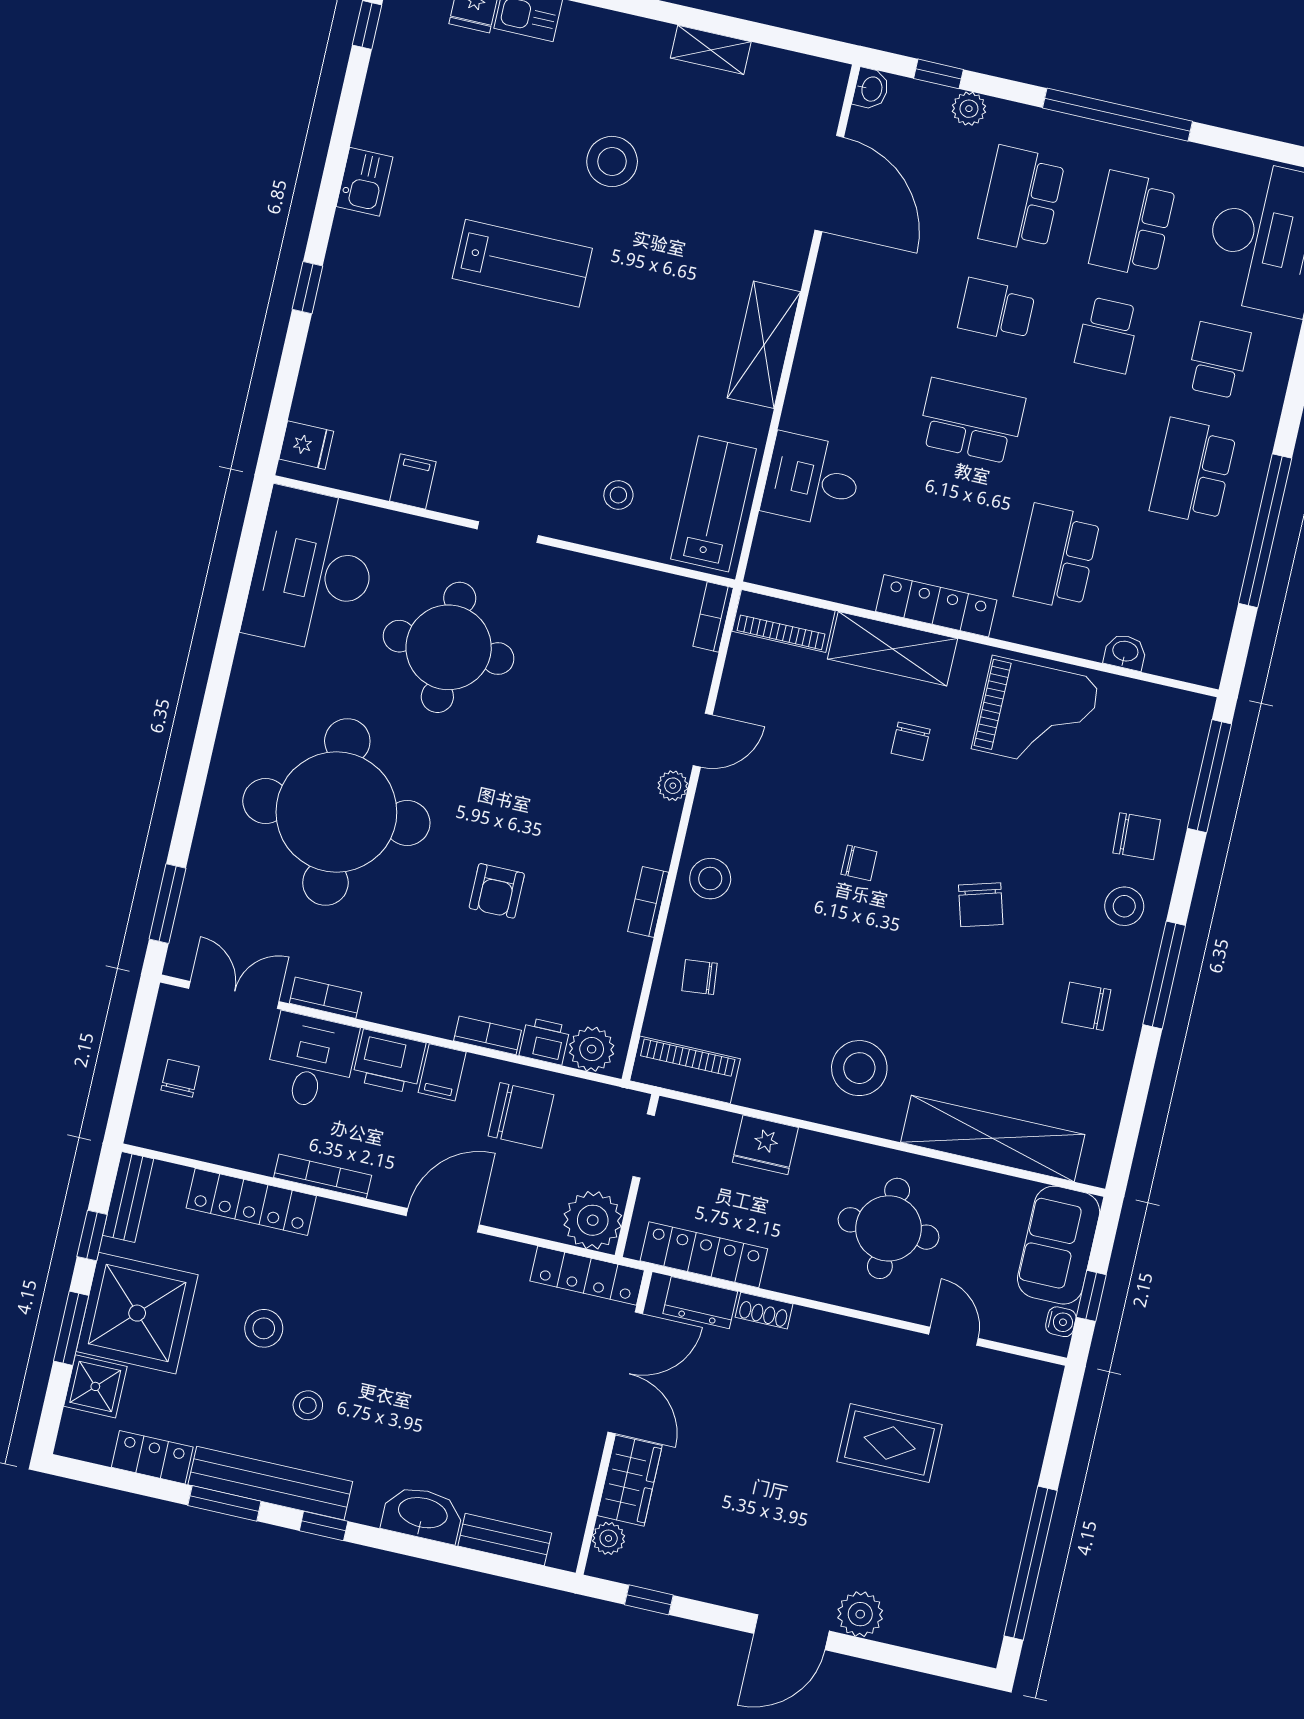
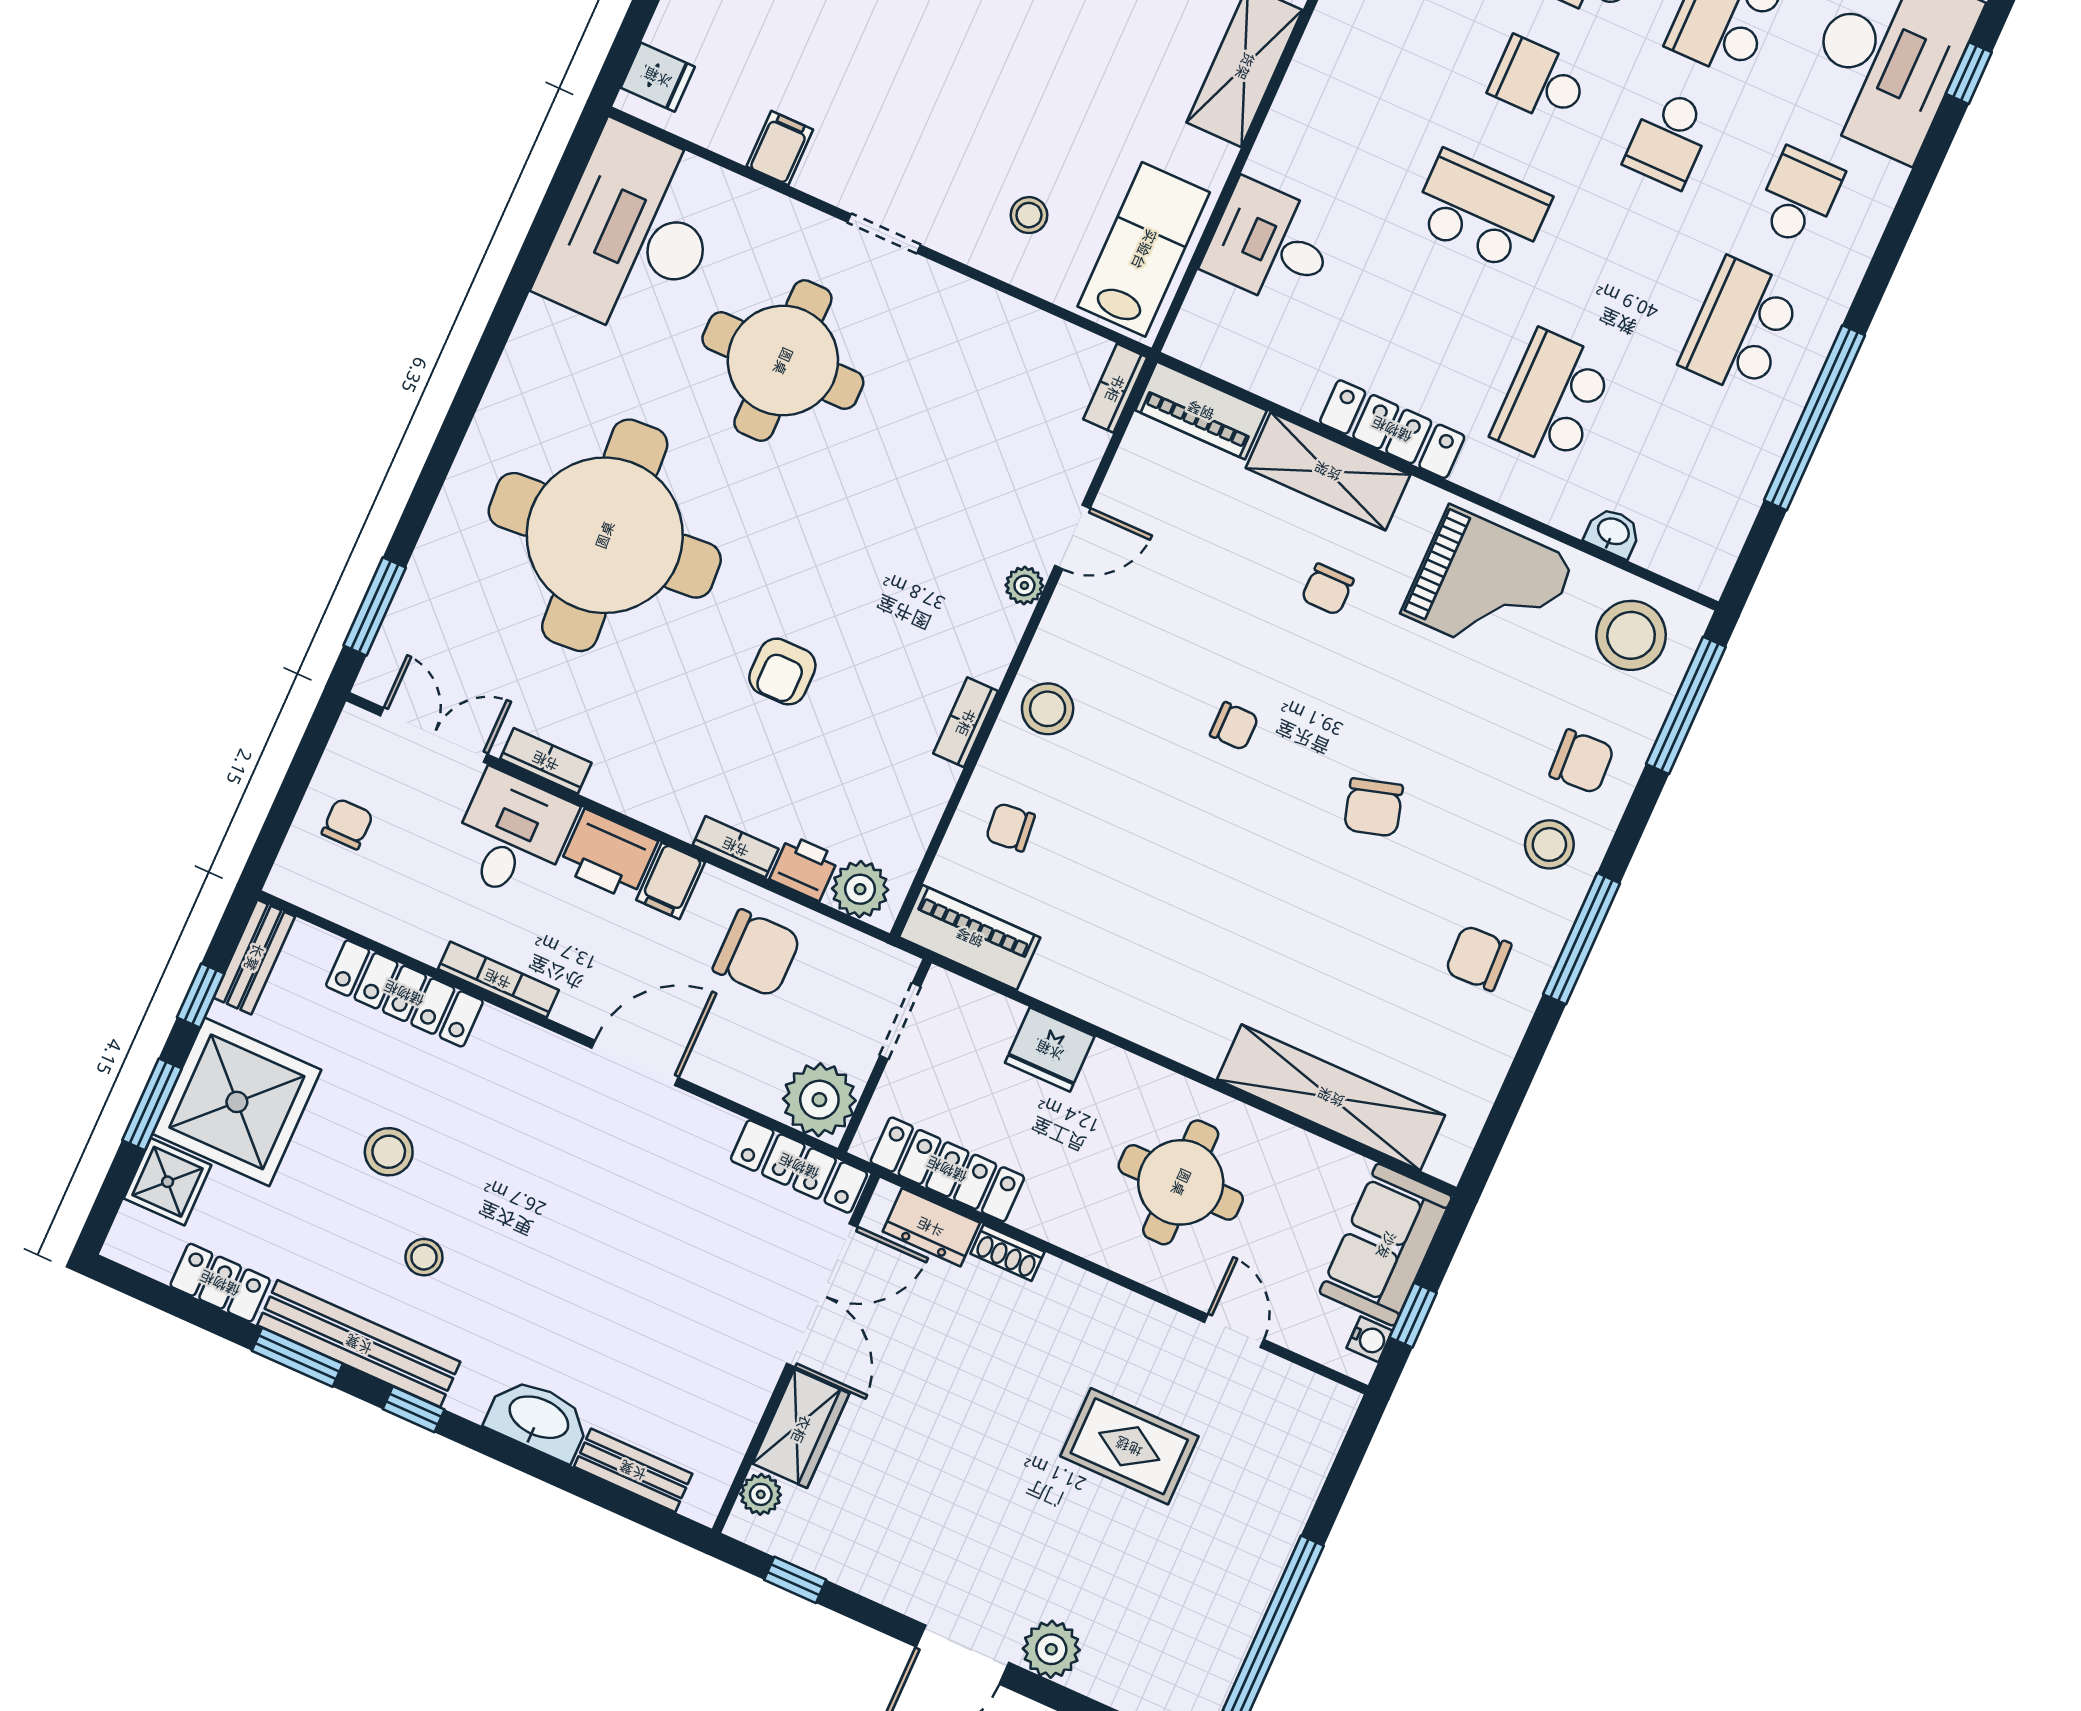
stool: (859, 1068) -> (1631, 635), moved

